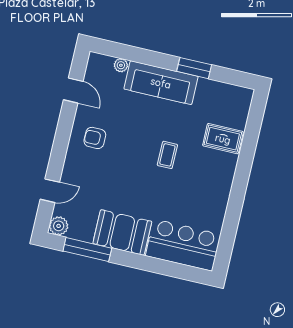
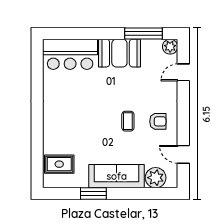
plant: (121, 65) -> (156, 178), width x1.87, depth x1.87
rug: (223, 139) -> (59, 164), moved
coffee table: (167, 155) -> (128, 121), moved

